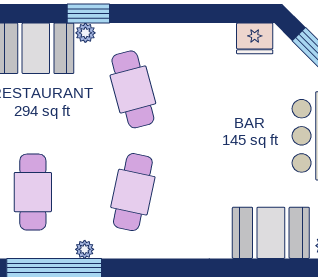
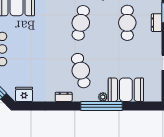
window: (88, 13) -> (101, 106), width x2.11
dresser: (170, 33) -> (64, 97), added

